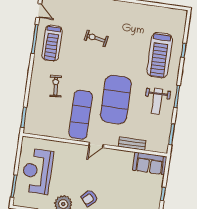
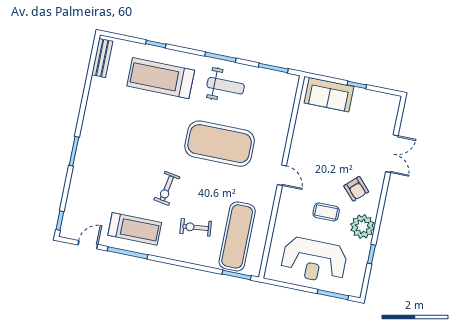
exercise bike: (96, 38) -> (167, 188), moved
treadmill: (160, 55) -> (161, 78), turned 180
exercise mat: (81, 115) -> (237, 236), moved, turned 90
bench: (132, 144) -> (102, 58), moved
sofa: (150, 163) -> (329, 95), moved, turned 90
coffee table: (72, 178) -> (326, 212), added

